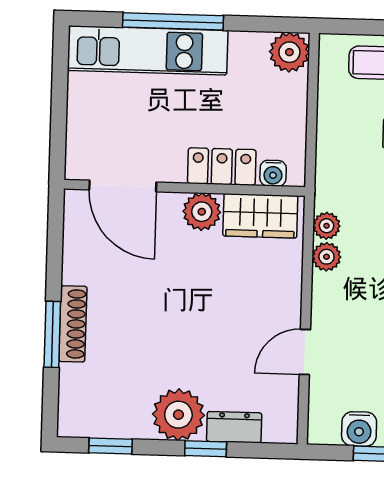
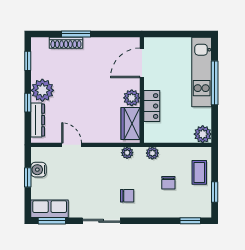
water cooler: (273, 173) -> (149, 129), removed
plant: (326, 257) -> (152, 153), moved
shoe rack: (73, 324) -> (66, 43), moved
dresser: (234, 427) -> (38, 120), width x1.44

